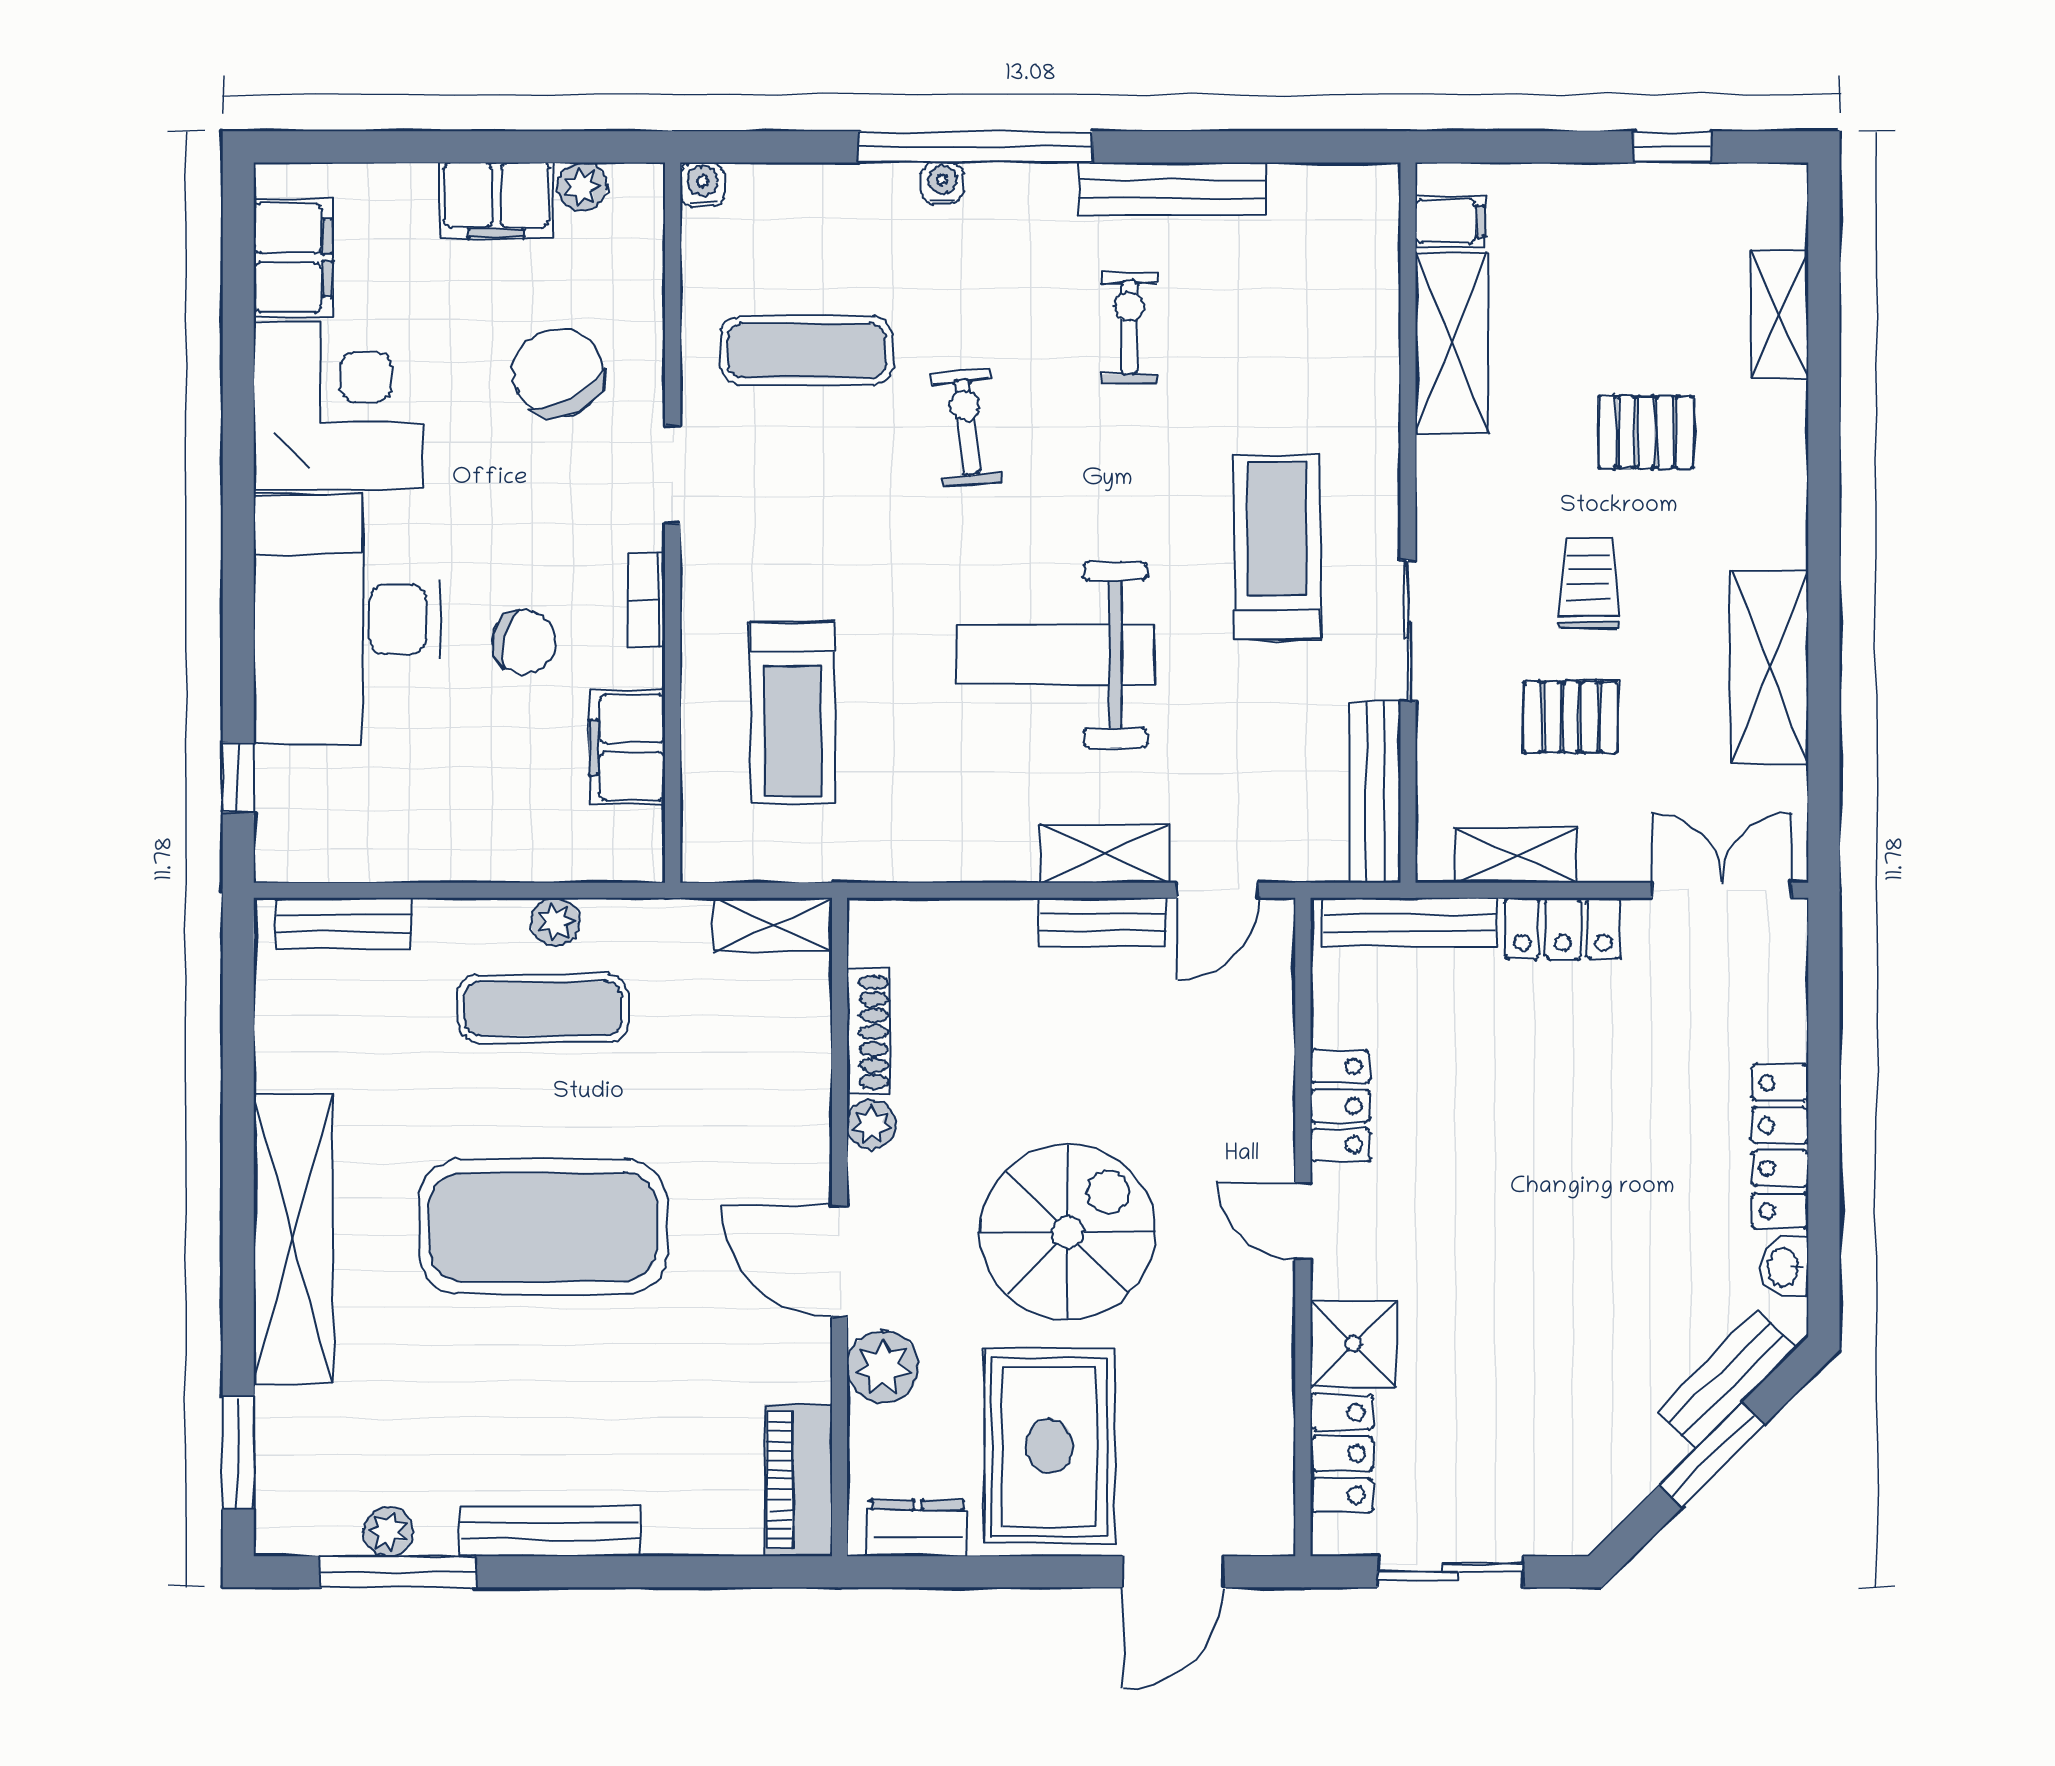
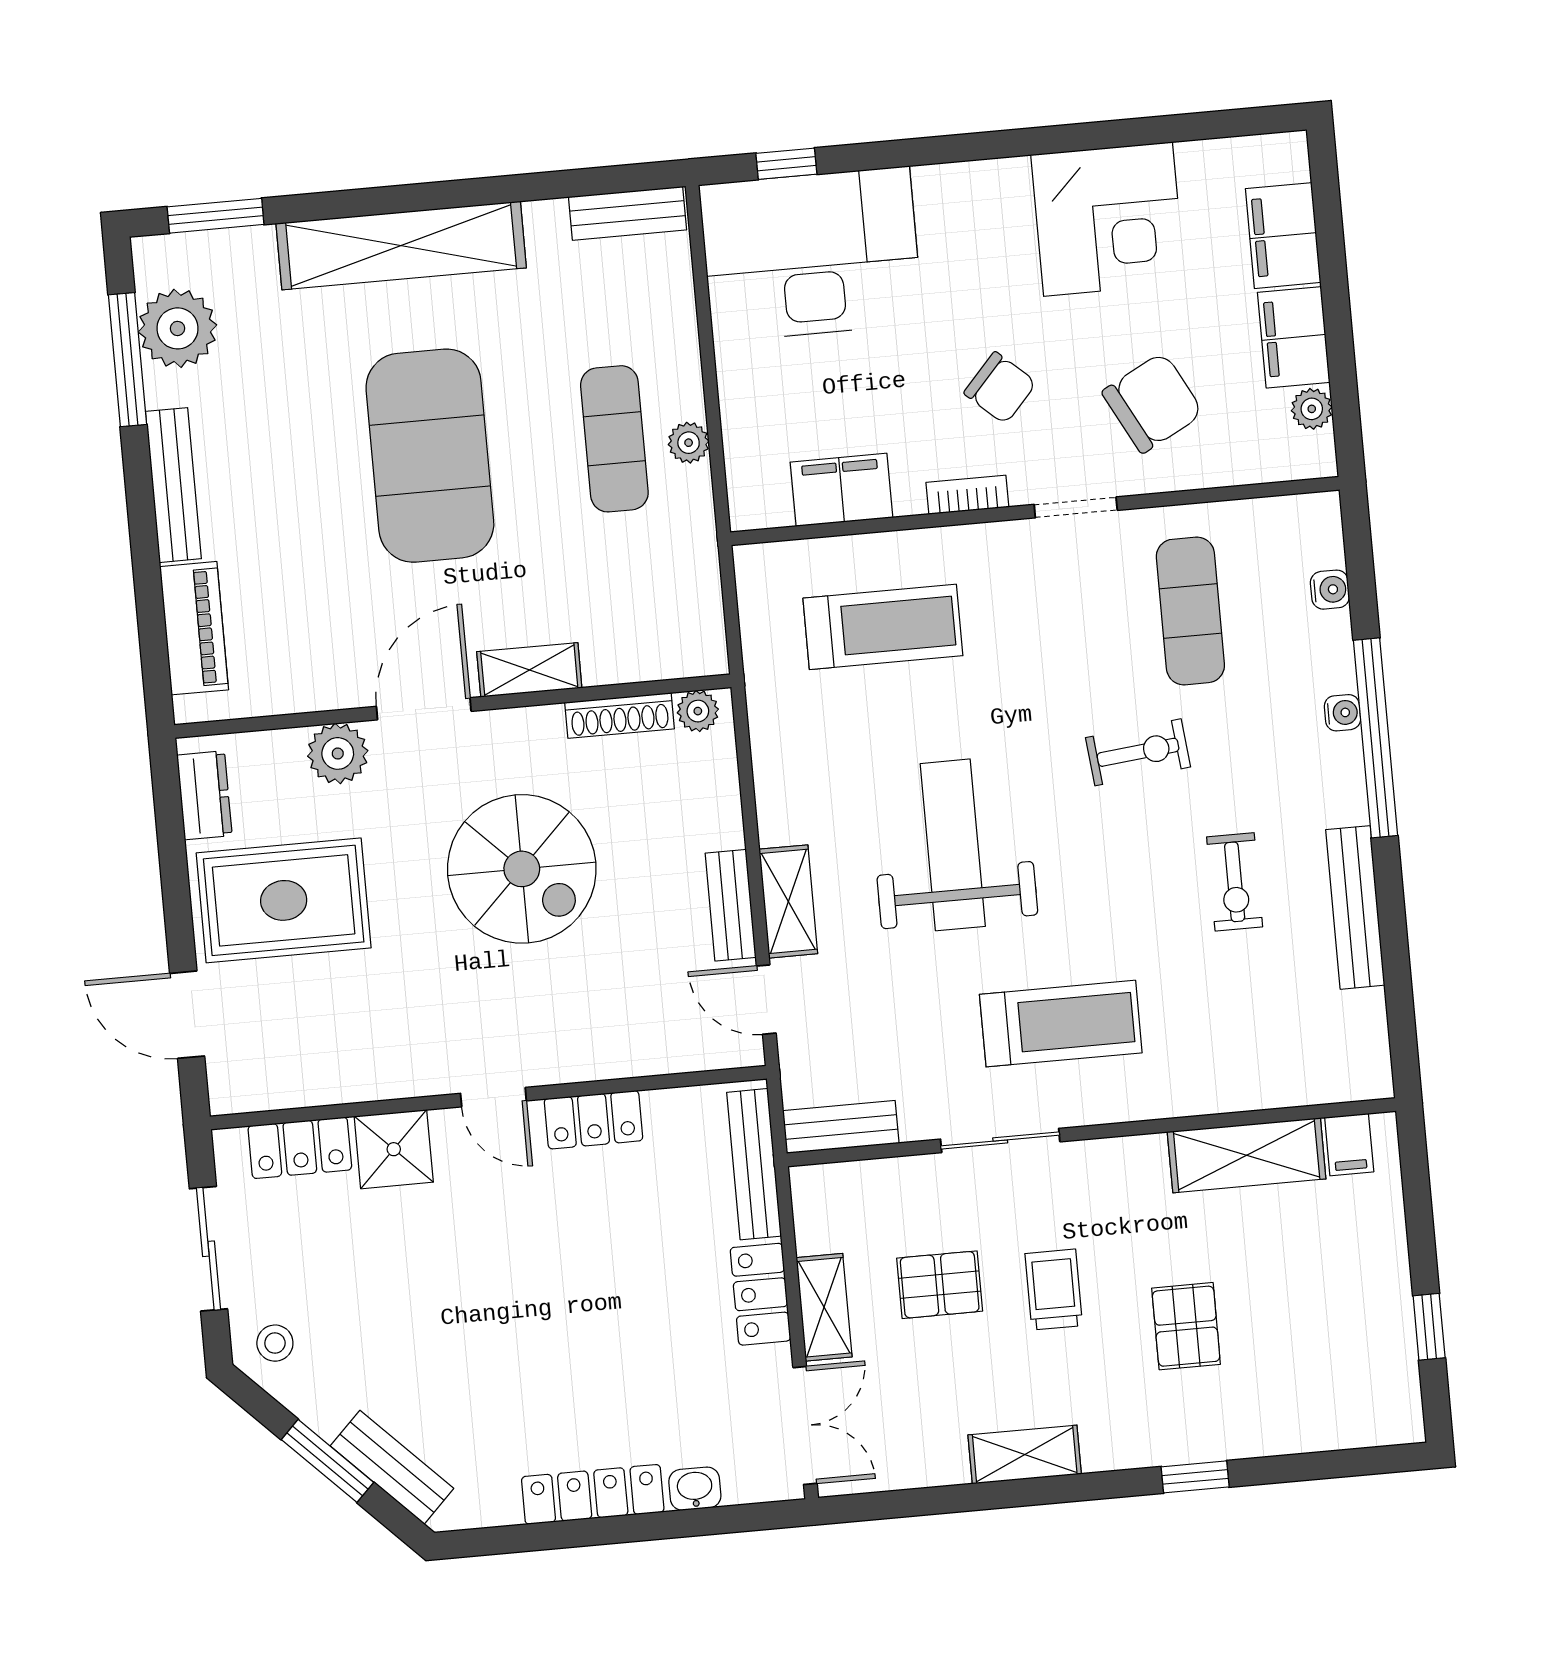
water cooler: (702, 185) -> (1330, 590), moved
filing cabinet: (293, 258) -> (1283, 236), moved, turned 90
shelving: (1780, 315) -> (1296, 1430), removed
exercise bike: (1129, 328) -> (1235, 882), turned 90
window: (1824, 438) -> (1195, 1477), added
trolley: (1589, 584) -> (1054, 1290), turned -90
desk: (347, 619) -> (811, 254), moved
chair: (524, 642) -> (1000, 388), moved, turned -63
shelving: (1770, 668) -> (1025, 1455), width x0.67, depth x0.75
treadmill: (792, 713) -> (883, 627), turned 180
pallet: (1571, 717) -> (940, 1285), turned 90
bench: (1375, 792) -> (841, 1127), width x0.73
shelving: (1516, 855) -> (824, 1307), moved
bench: (344, 923) -> (627, 213), moved, turned 90
shelving: (772, 925) -> (529, 670), moved, turned 90
plant: (871, 1125) -> (698, 711), moved
door: (1303, 1221) -> (493, 1097), swing flipped
spiral stairs: (1068, 1232) -> (522, 869), moved
washbasin: (1784, 1267) -> (695, 1489), moved
piano: (798, 1480) -> (194, 628), moved, turned 90
stool: (1568, 1504) -> (275, 1343), added
plant: (388, 1531) -> (178, 328), width x1.88, depth x1.88

